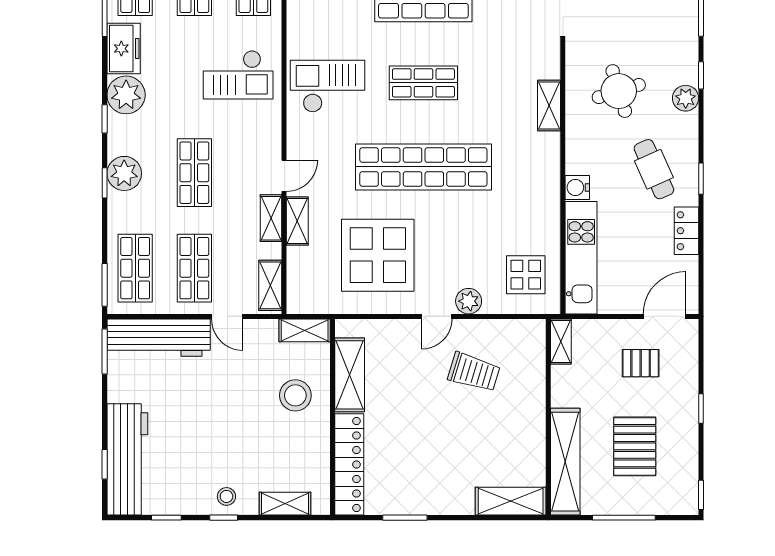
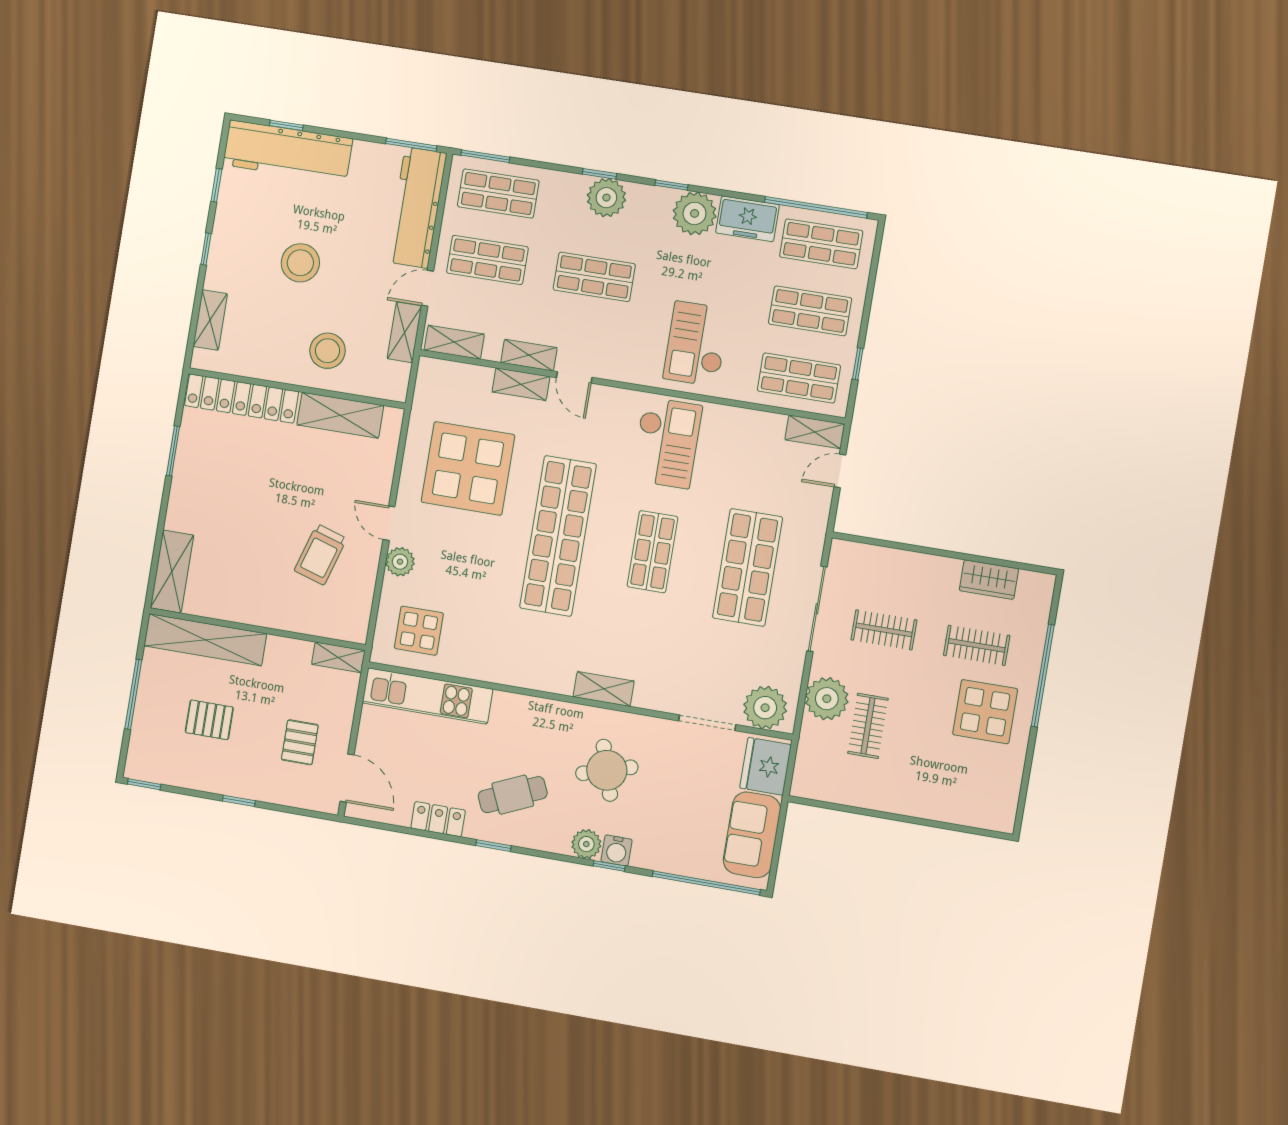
water cooler: (577, 187) -> (617, 850), moved, turned 180
shelving: (305, 330) -> (404, 332), moved
pallet: (635, 446) -> (209, 720), width x0.67, depth x0.71
stool: (226, 496) -> (300, 263), moved, width x1.89, depth x1.89

